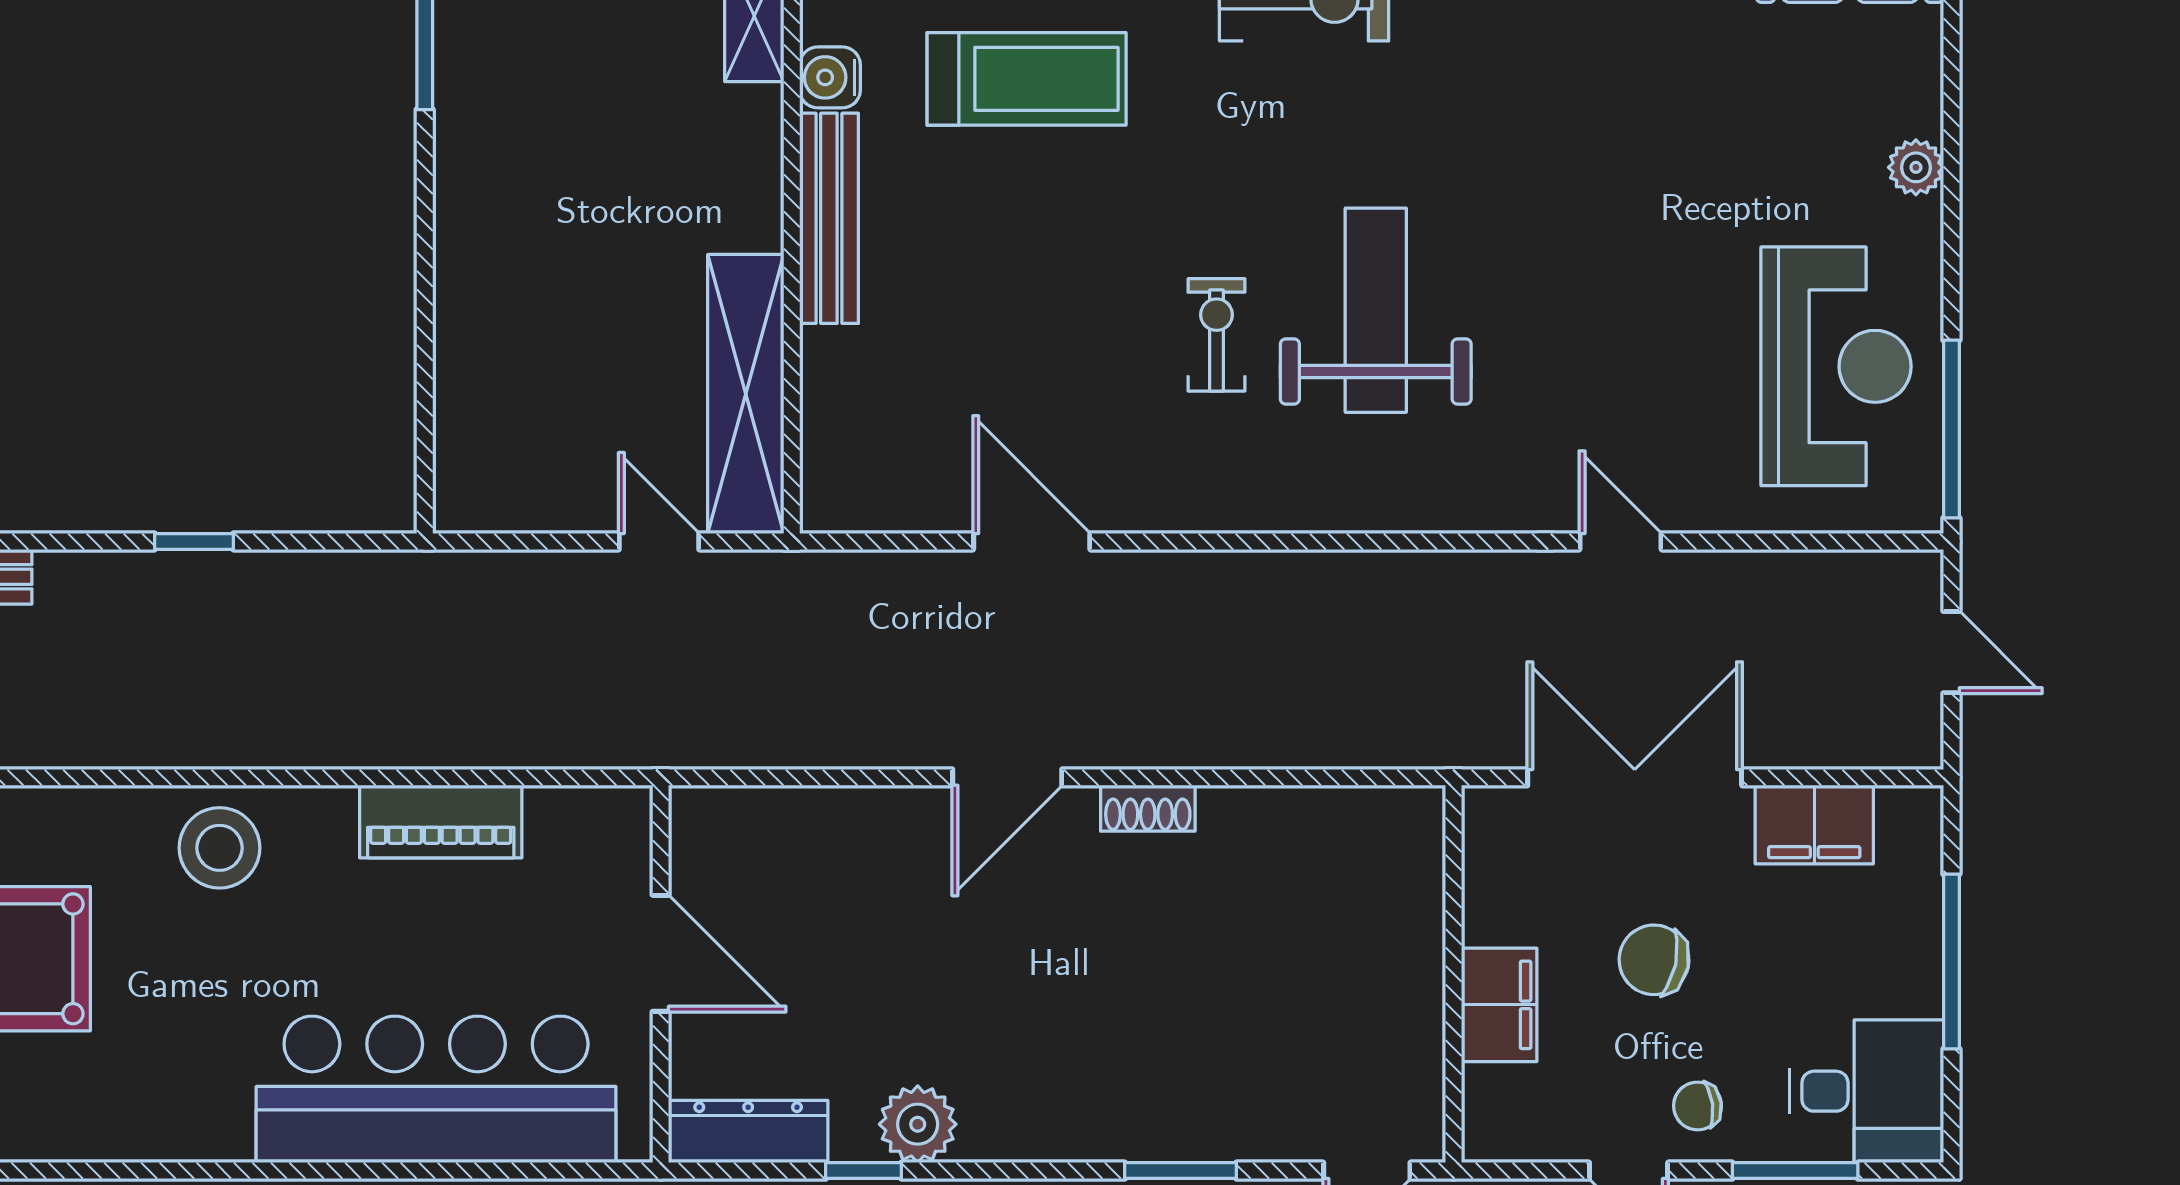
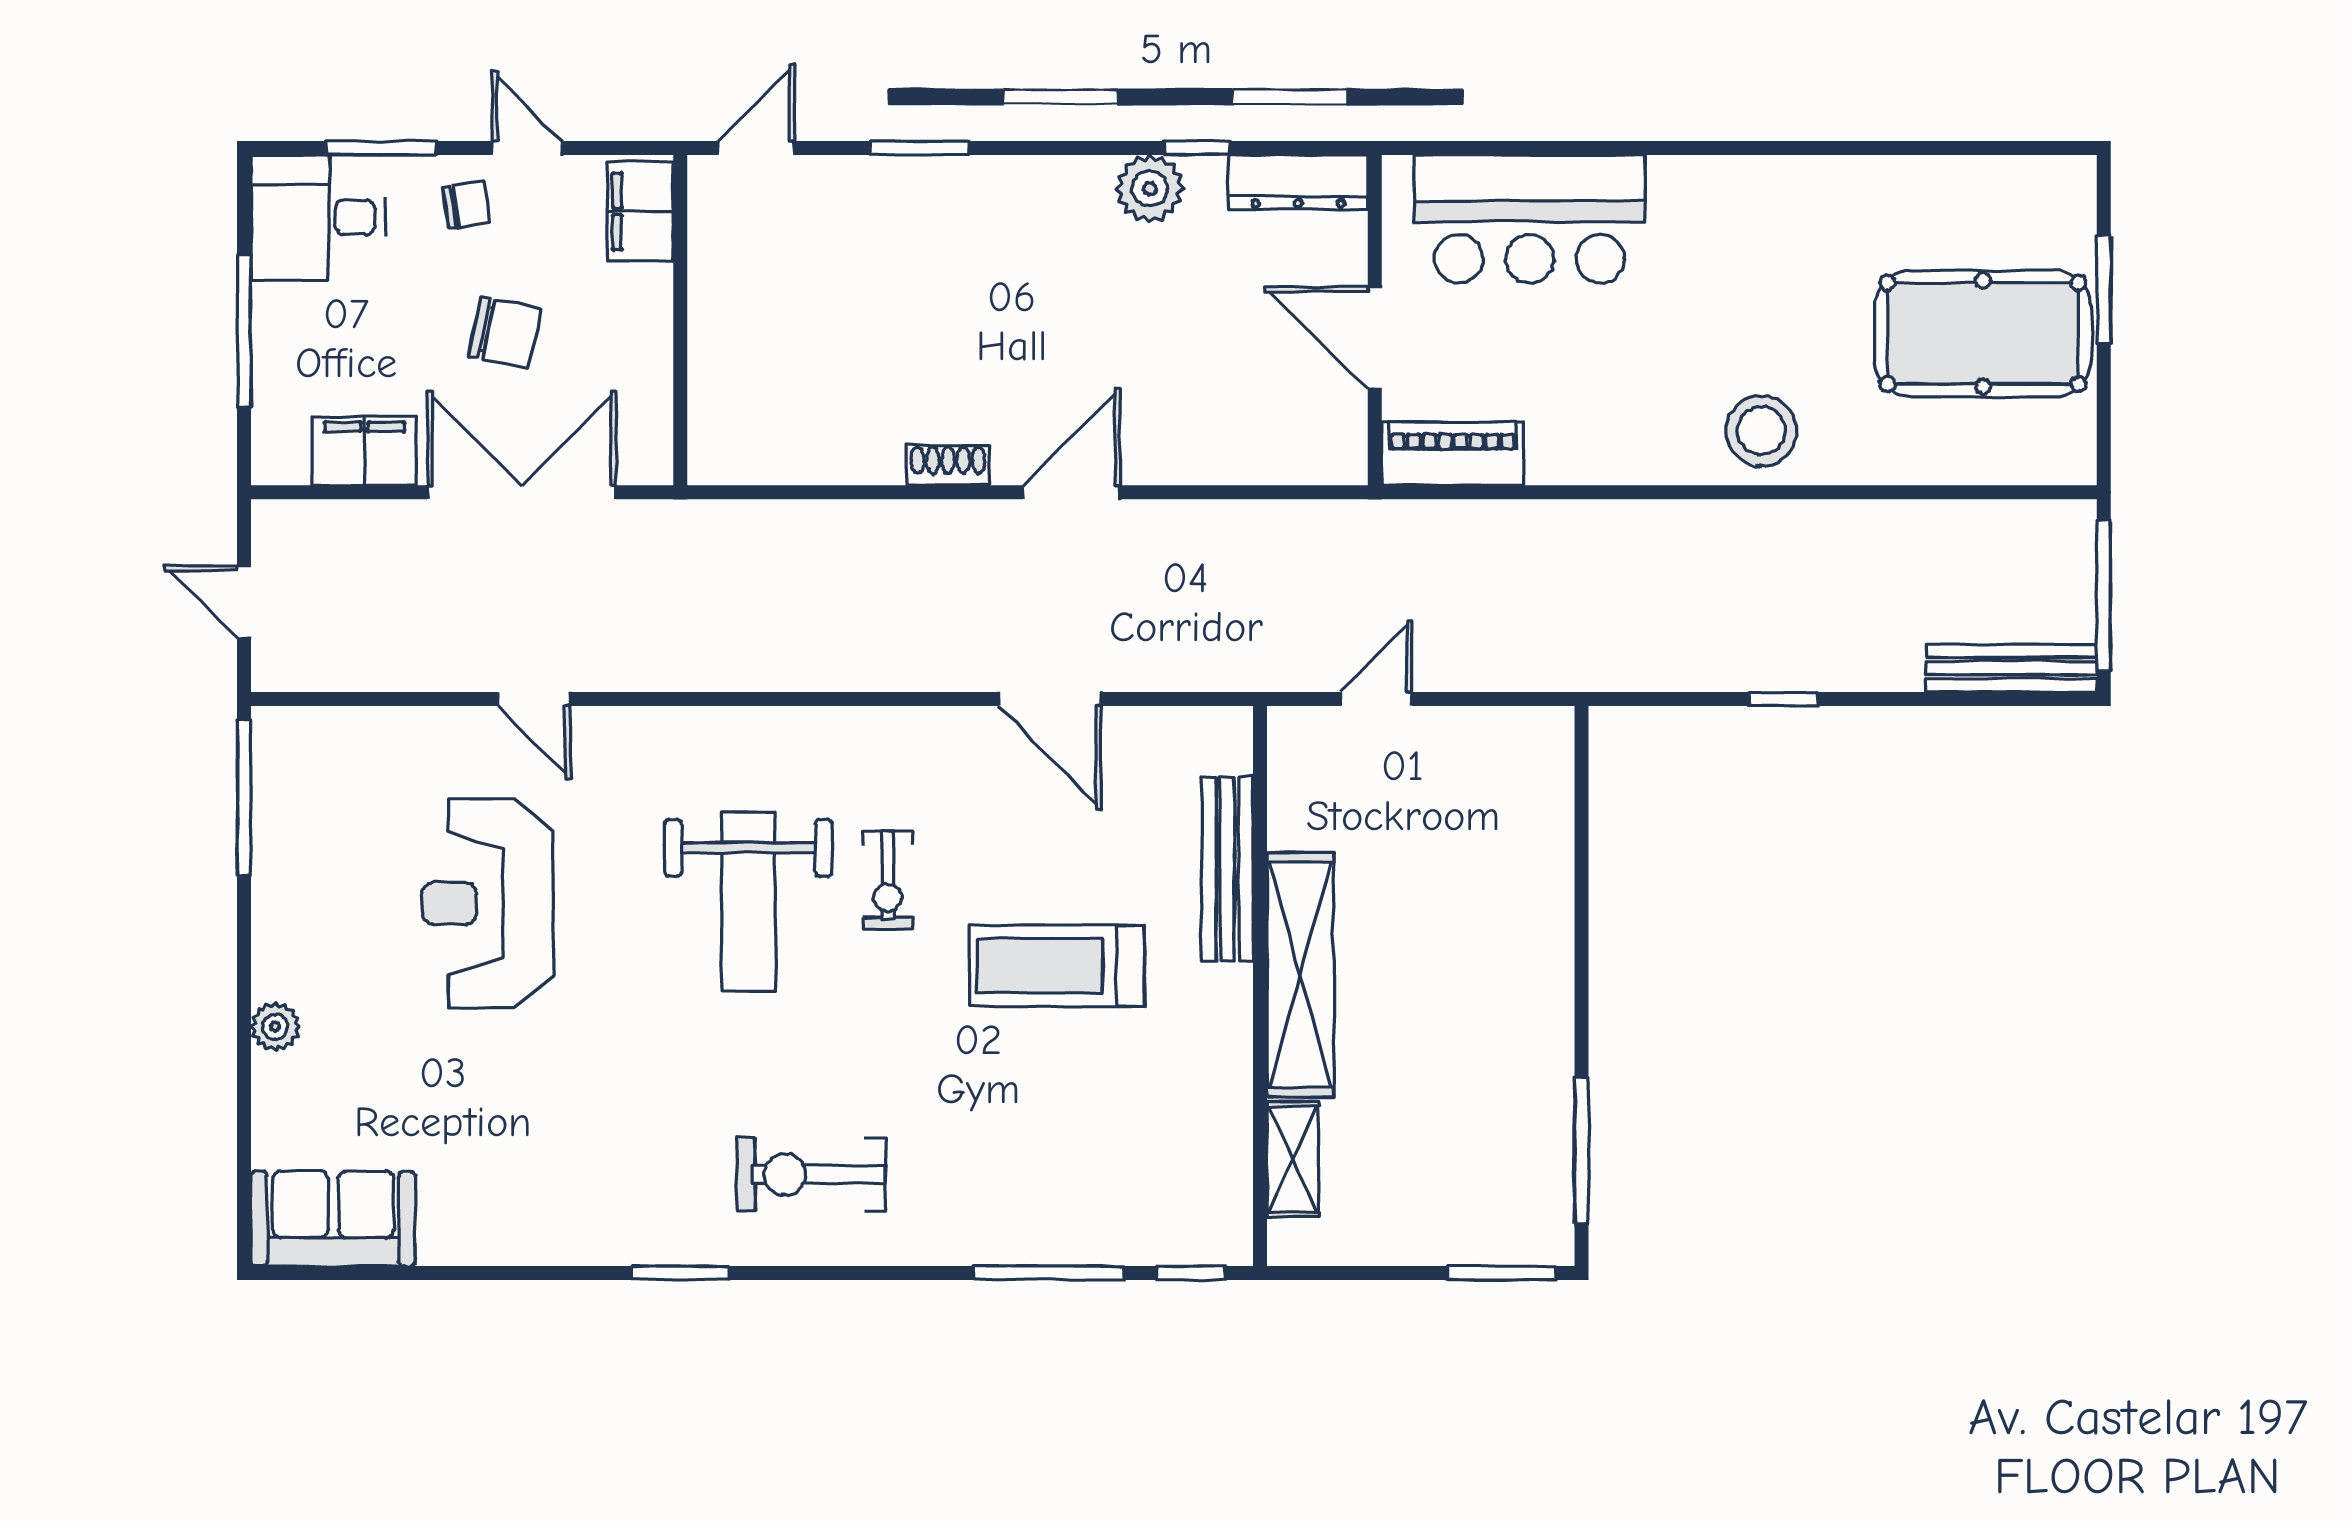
water cooler: (830, 77) -> (1226, 1105), removed
treadmill: (1027, 79) -> (1057, 966), moved
bench: (829, 218) -> (1227, 869), moved
reception desk: (1836, 366) -> (487, 903), moved
shelving: (746, 394) -> (1300, 975), moved
door: (659, 541) -> (1376, 699), swing flipped
double door: (1635, 777) -> (522, 492), swing flipped
piano: (441, 822) -> (1453, 454), moved
filing cabinet: (1499, 1005) -> (640, 211), moved
bar counter: (436, 1089) -> (1530, 219), width x0.73

